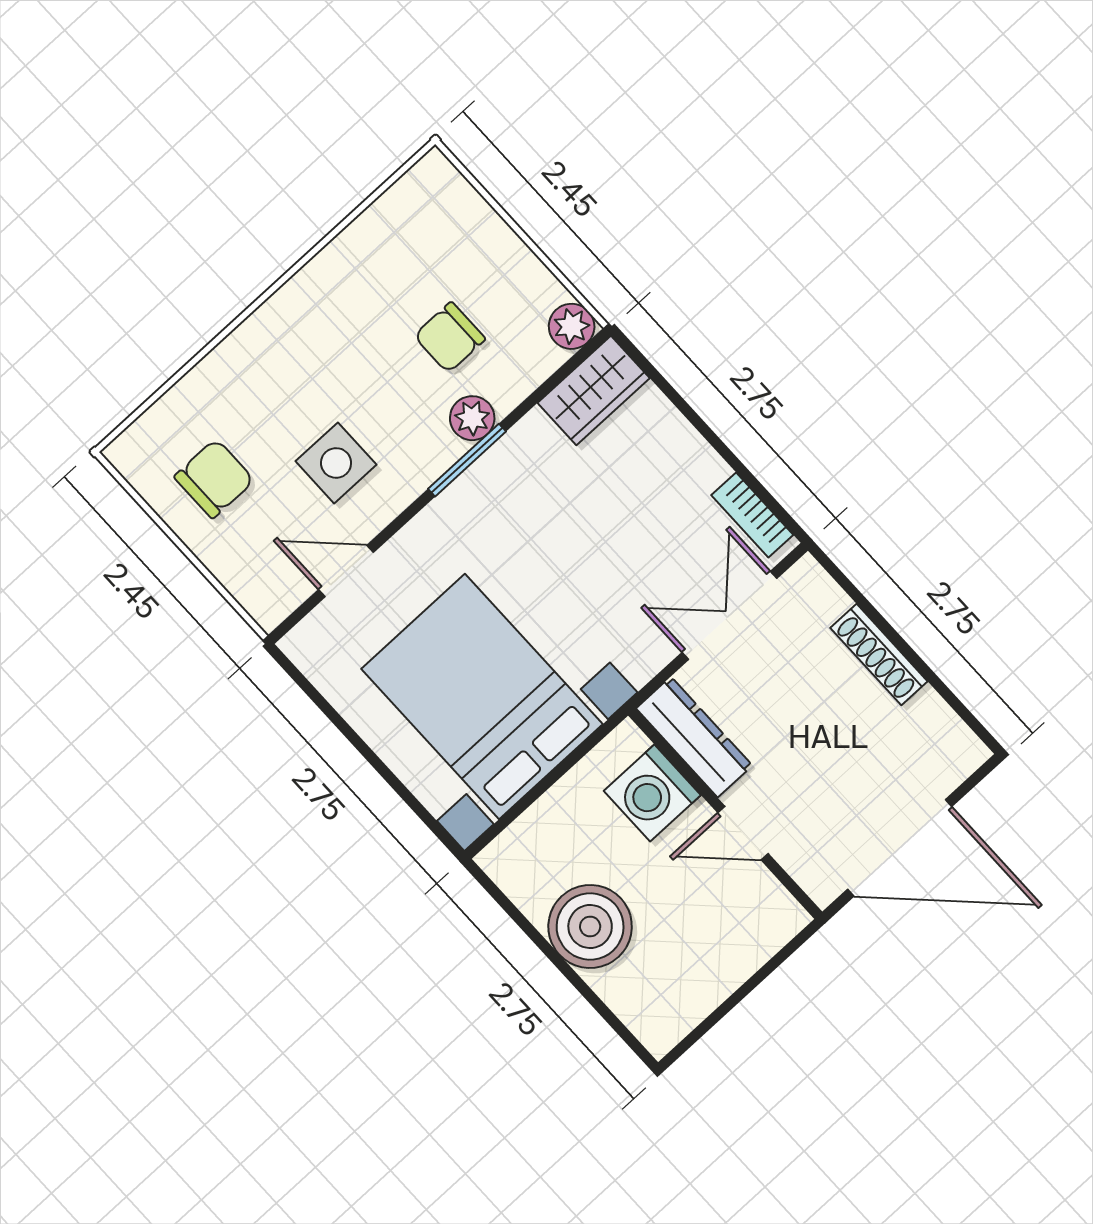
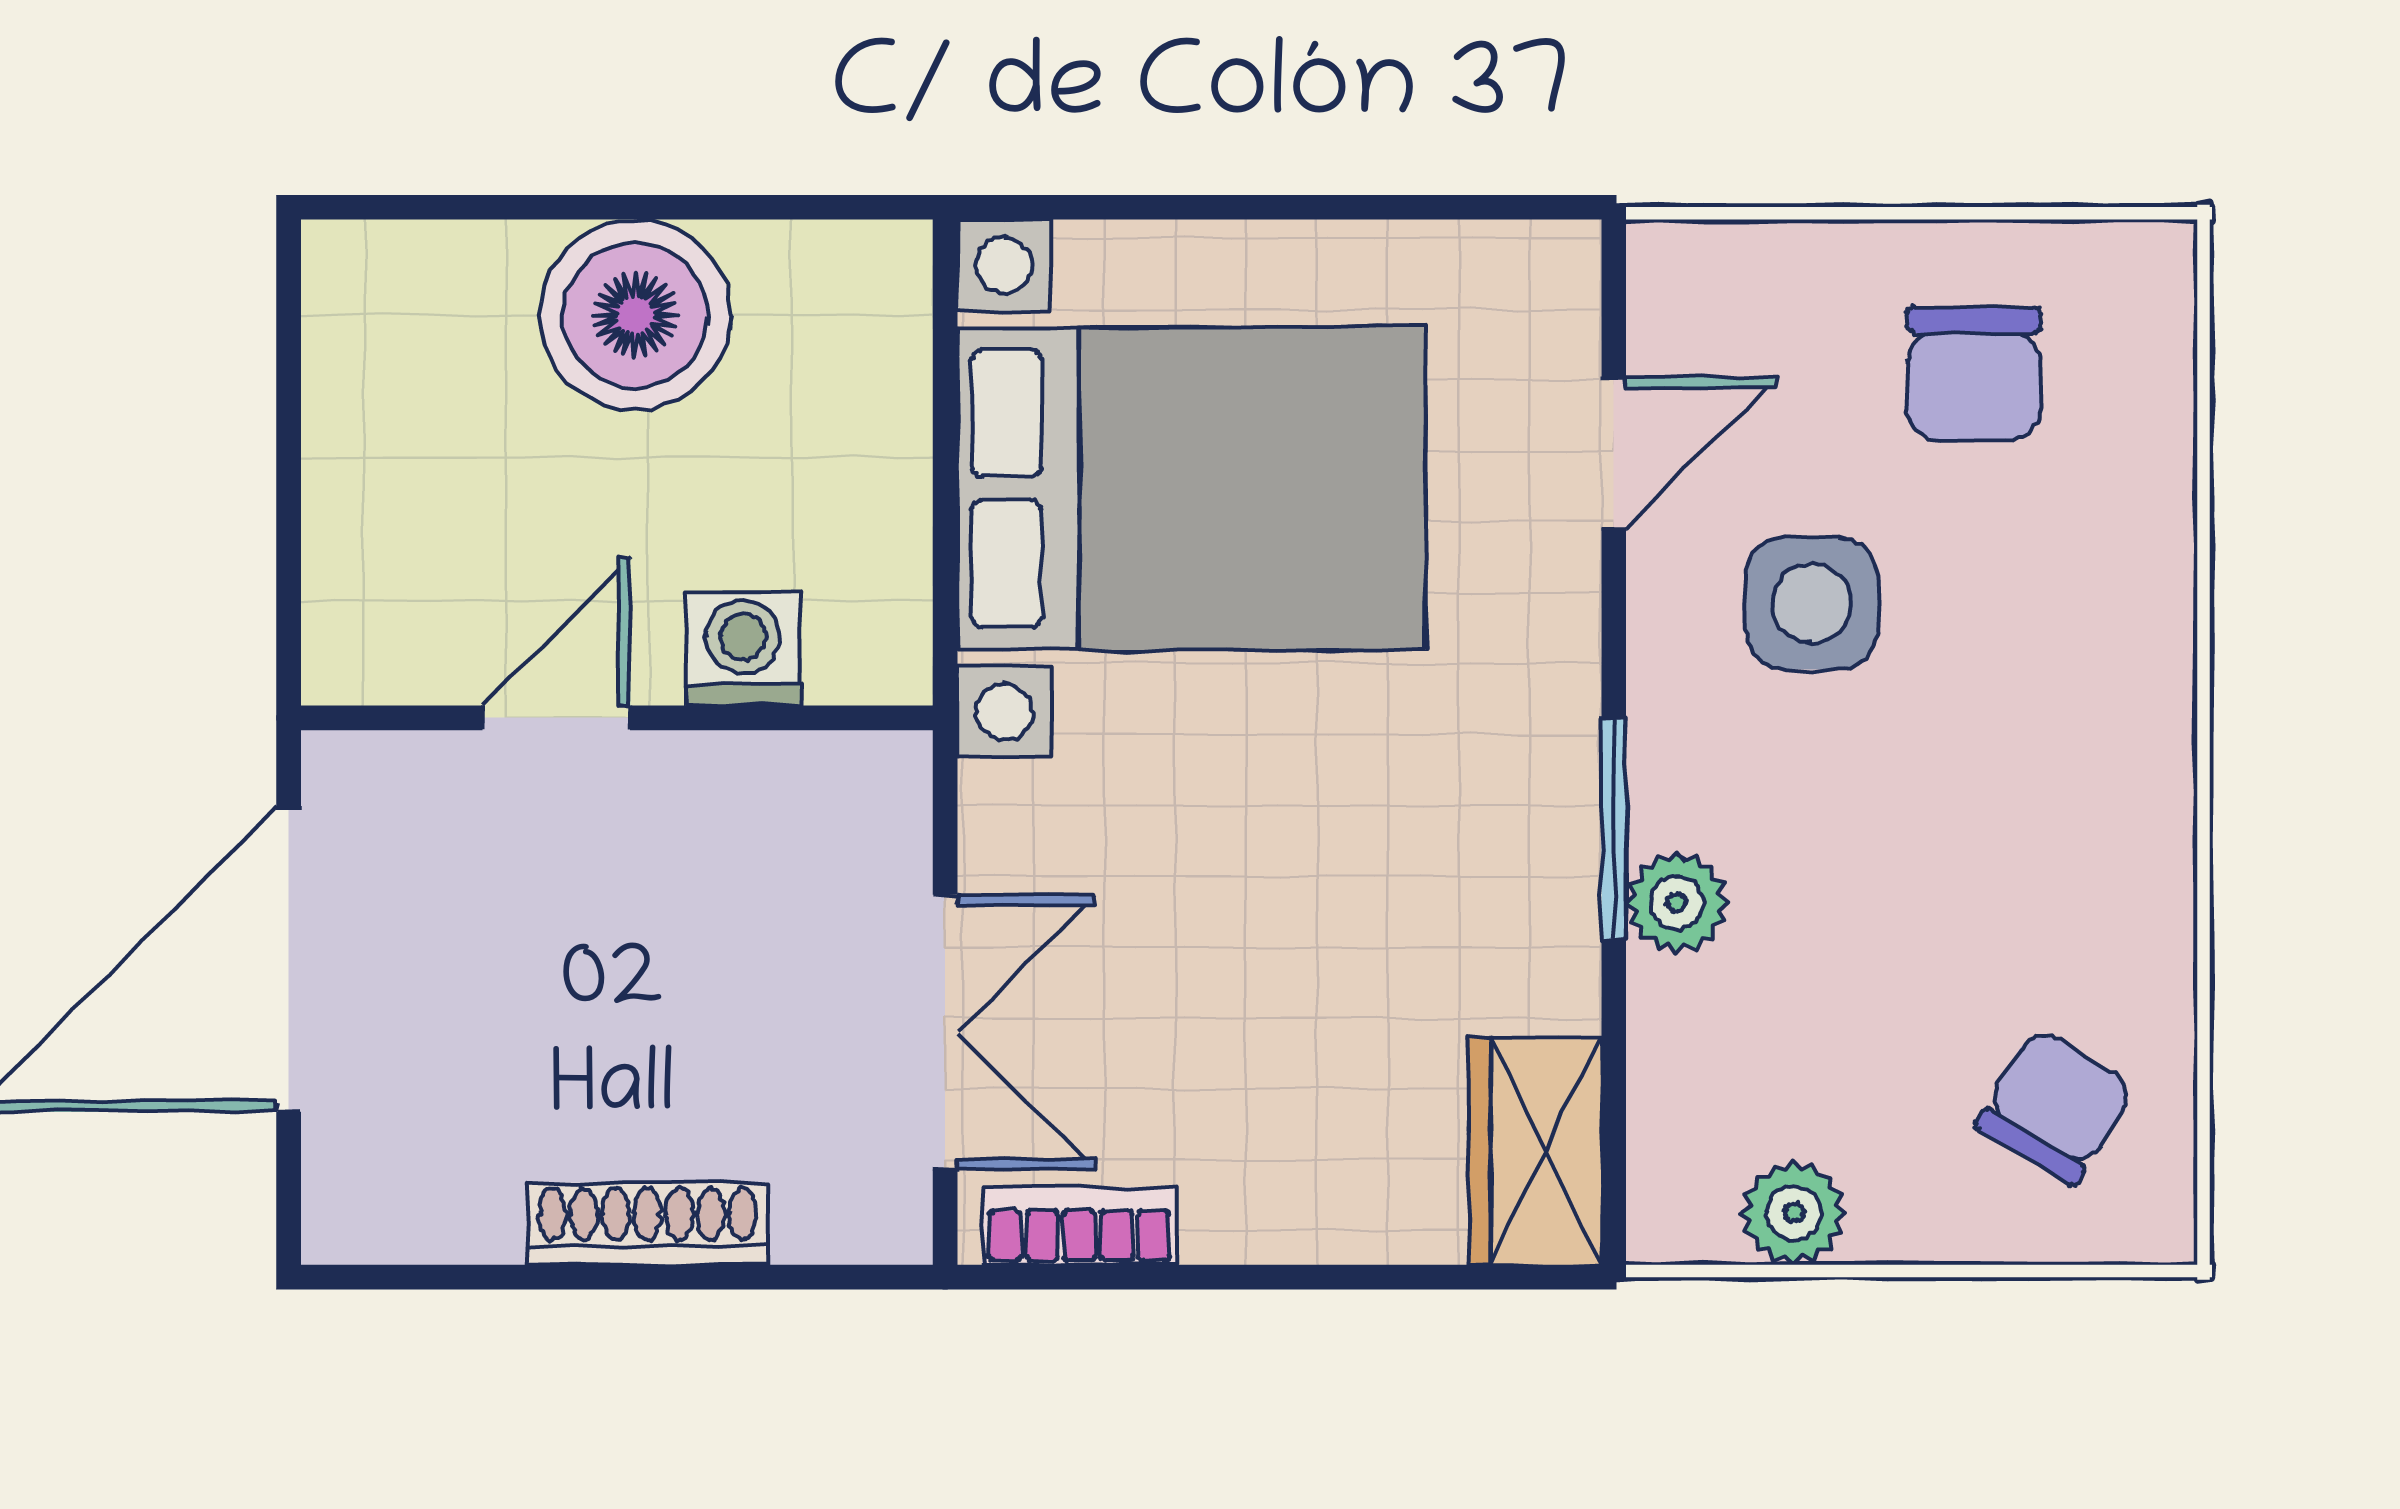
plant: (572, 326) -> (1794, 1213), moved
chair: (450, 337) -> (2055, 1107), moved, turned 31
dresser: (694, 737) -> (794, 784), removed
washing machine: (652, 793) -> (743, 648), width x0.73, depth x0.73

